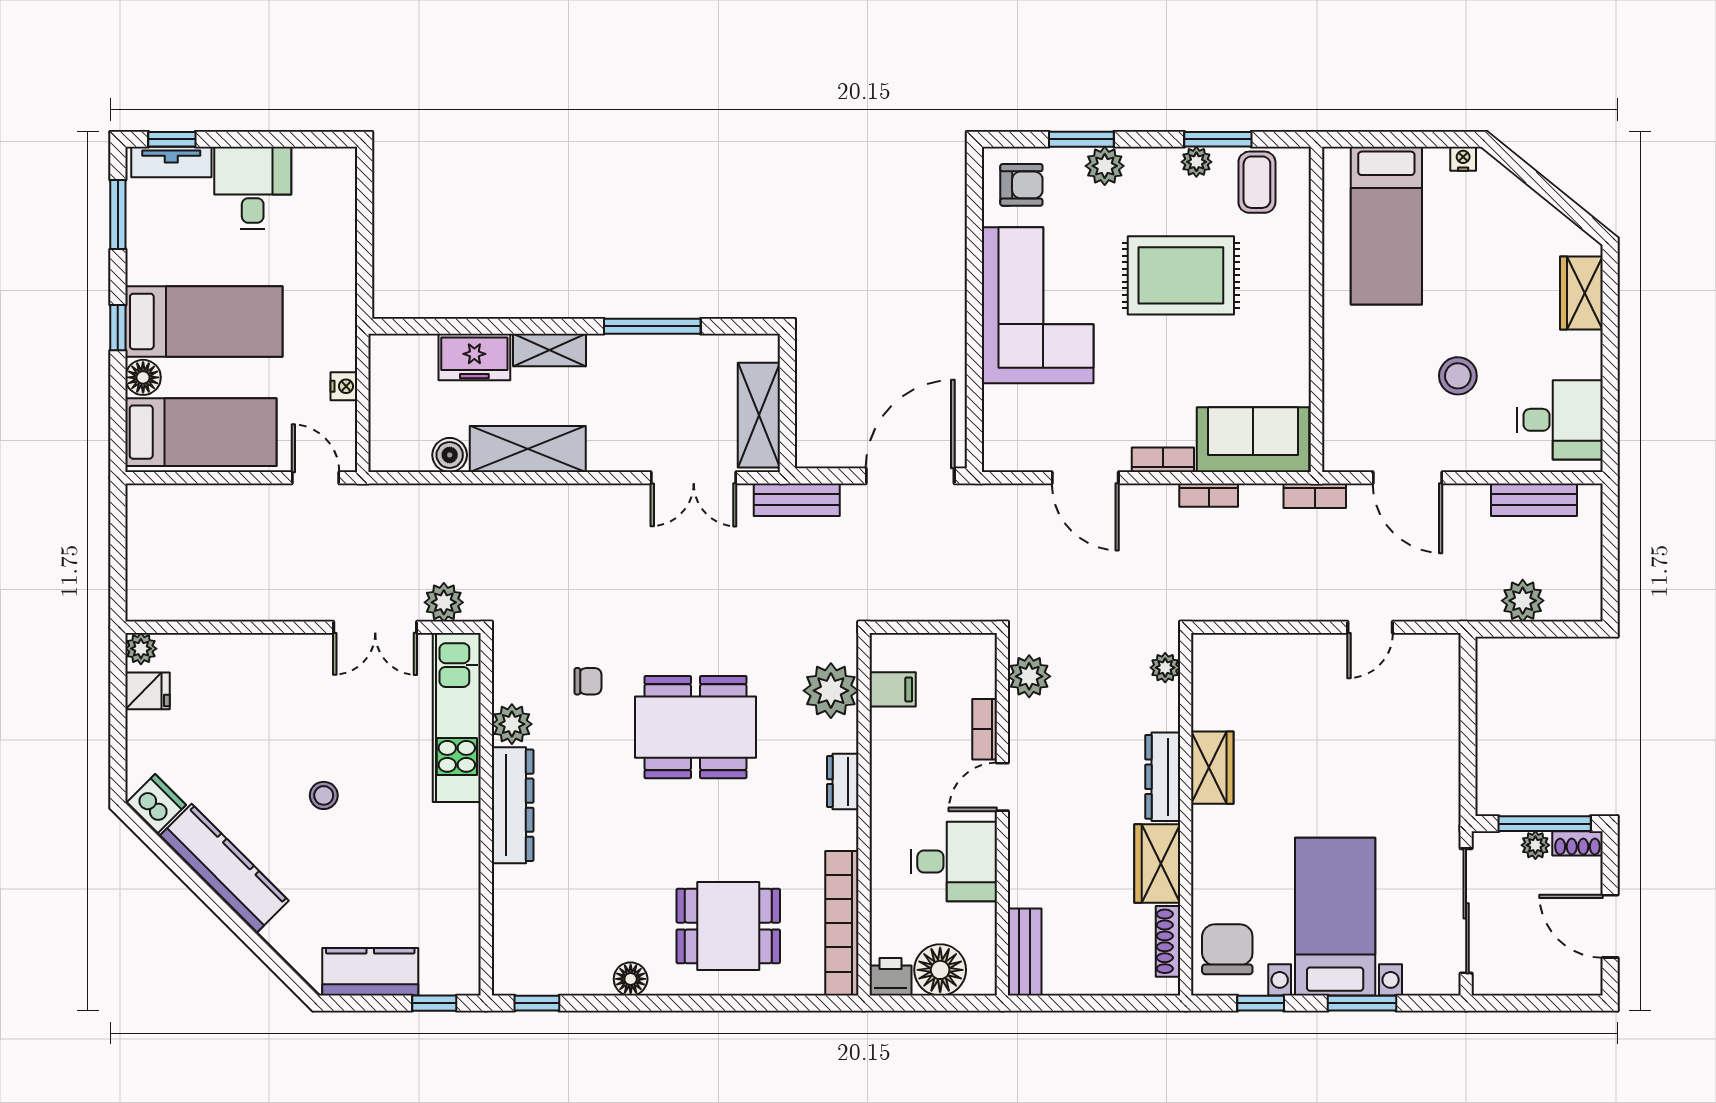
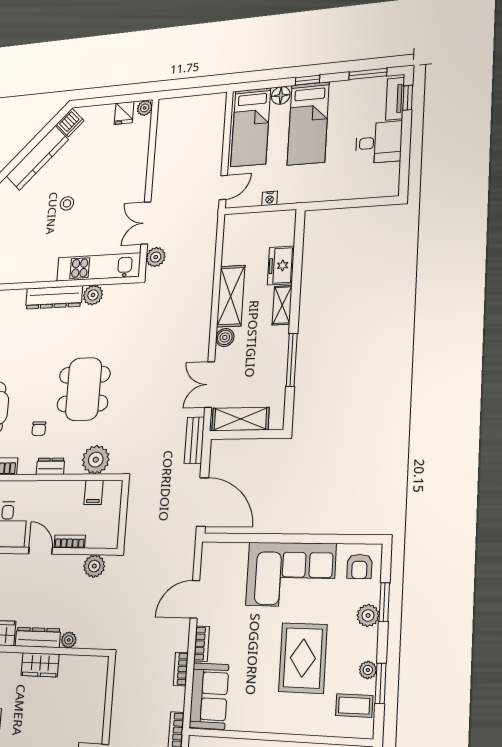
boiler: (450, 455) -> (225, 337), moved
plant: (1165, 668) -> (69, 640), moved
chair: (588, 681) -> (39, 429), moved

